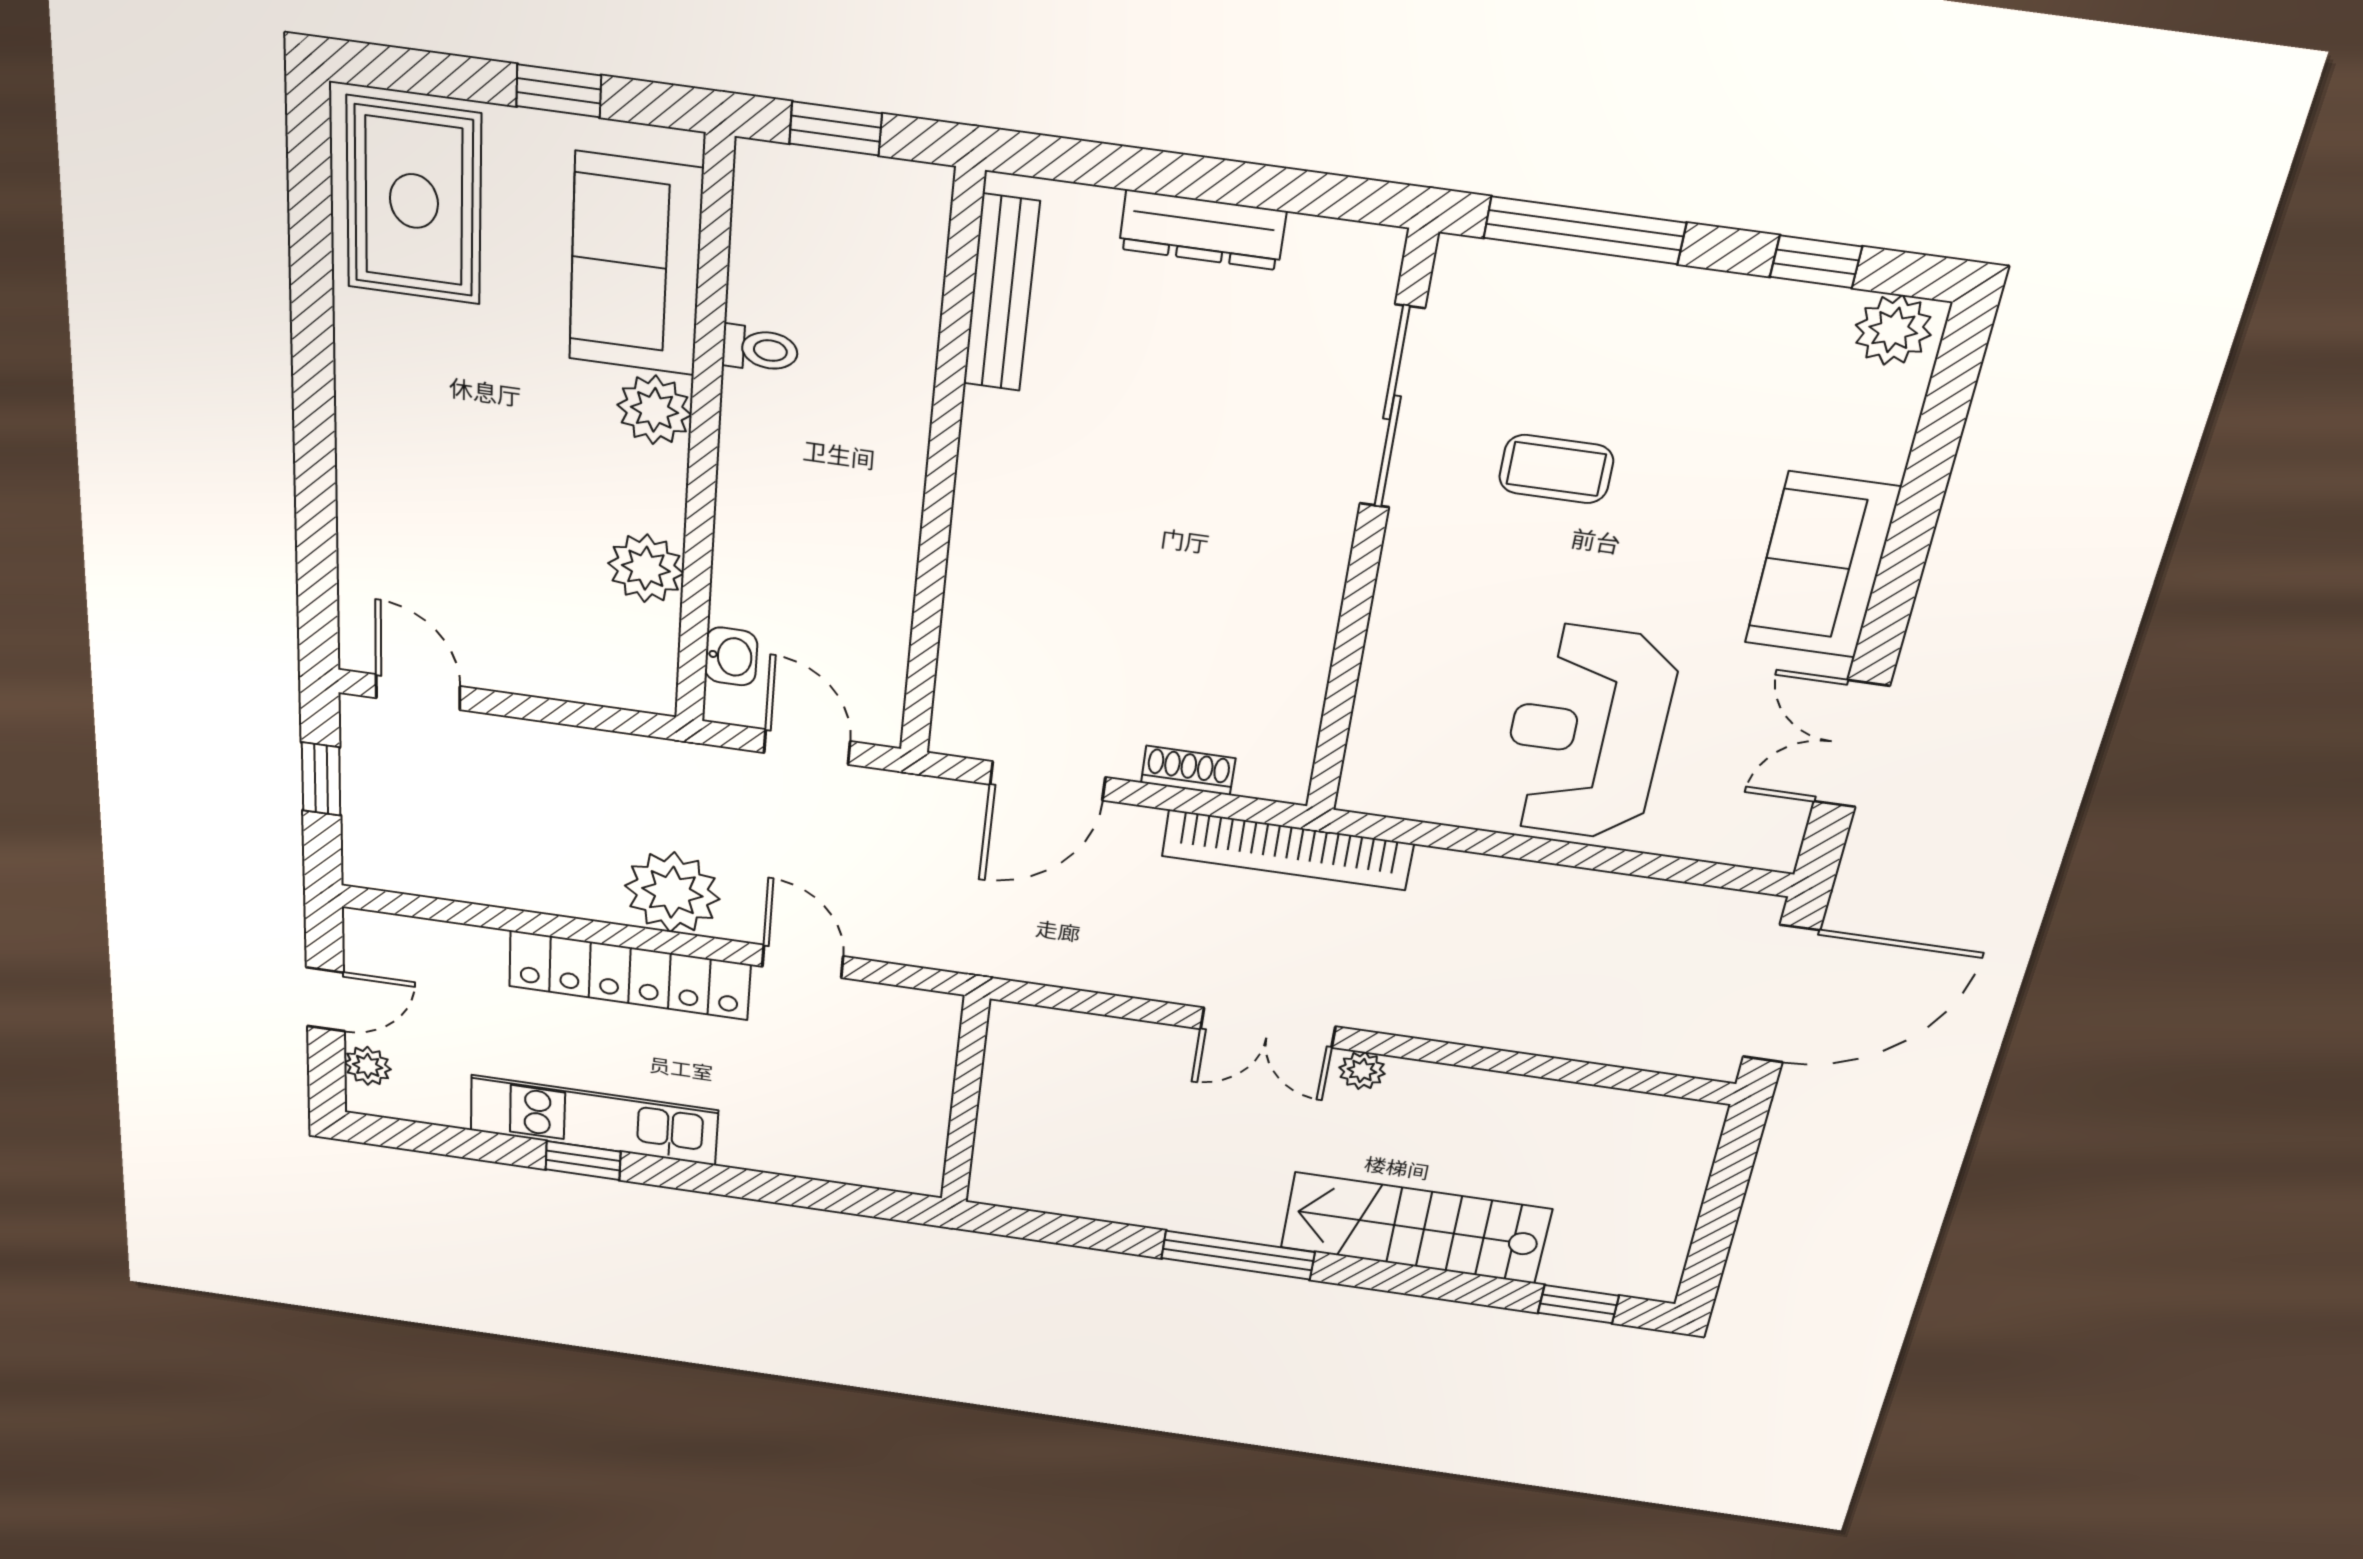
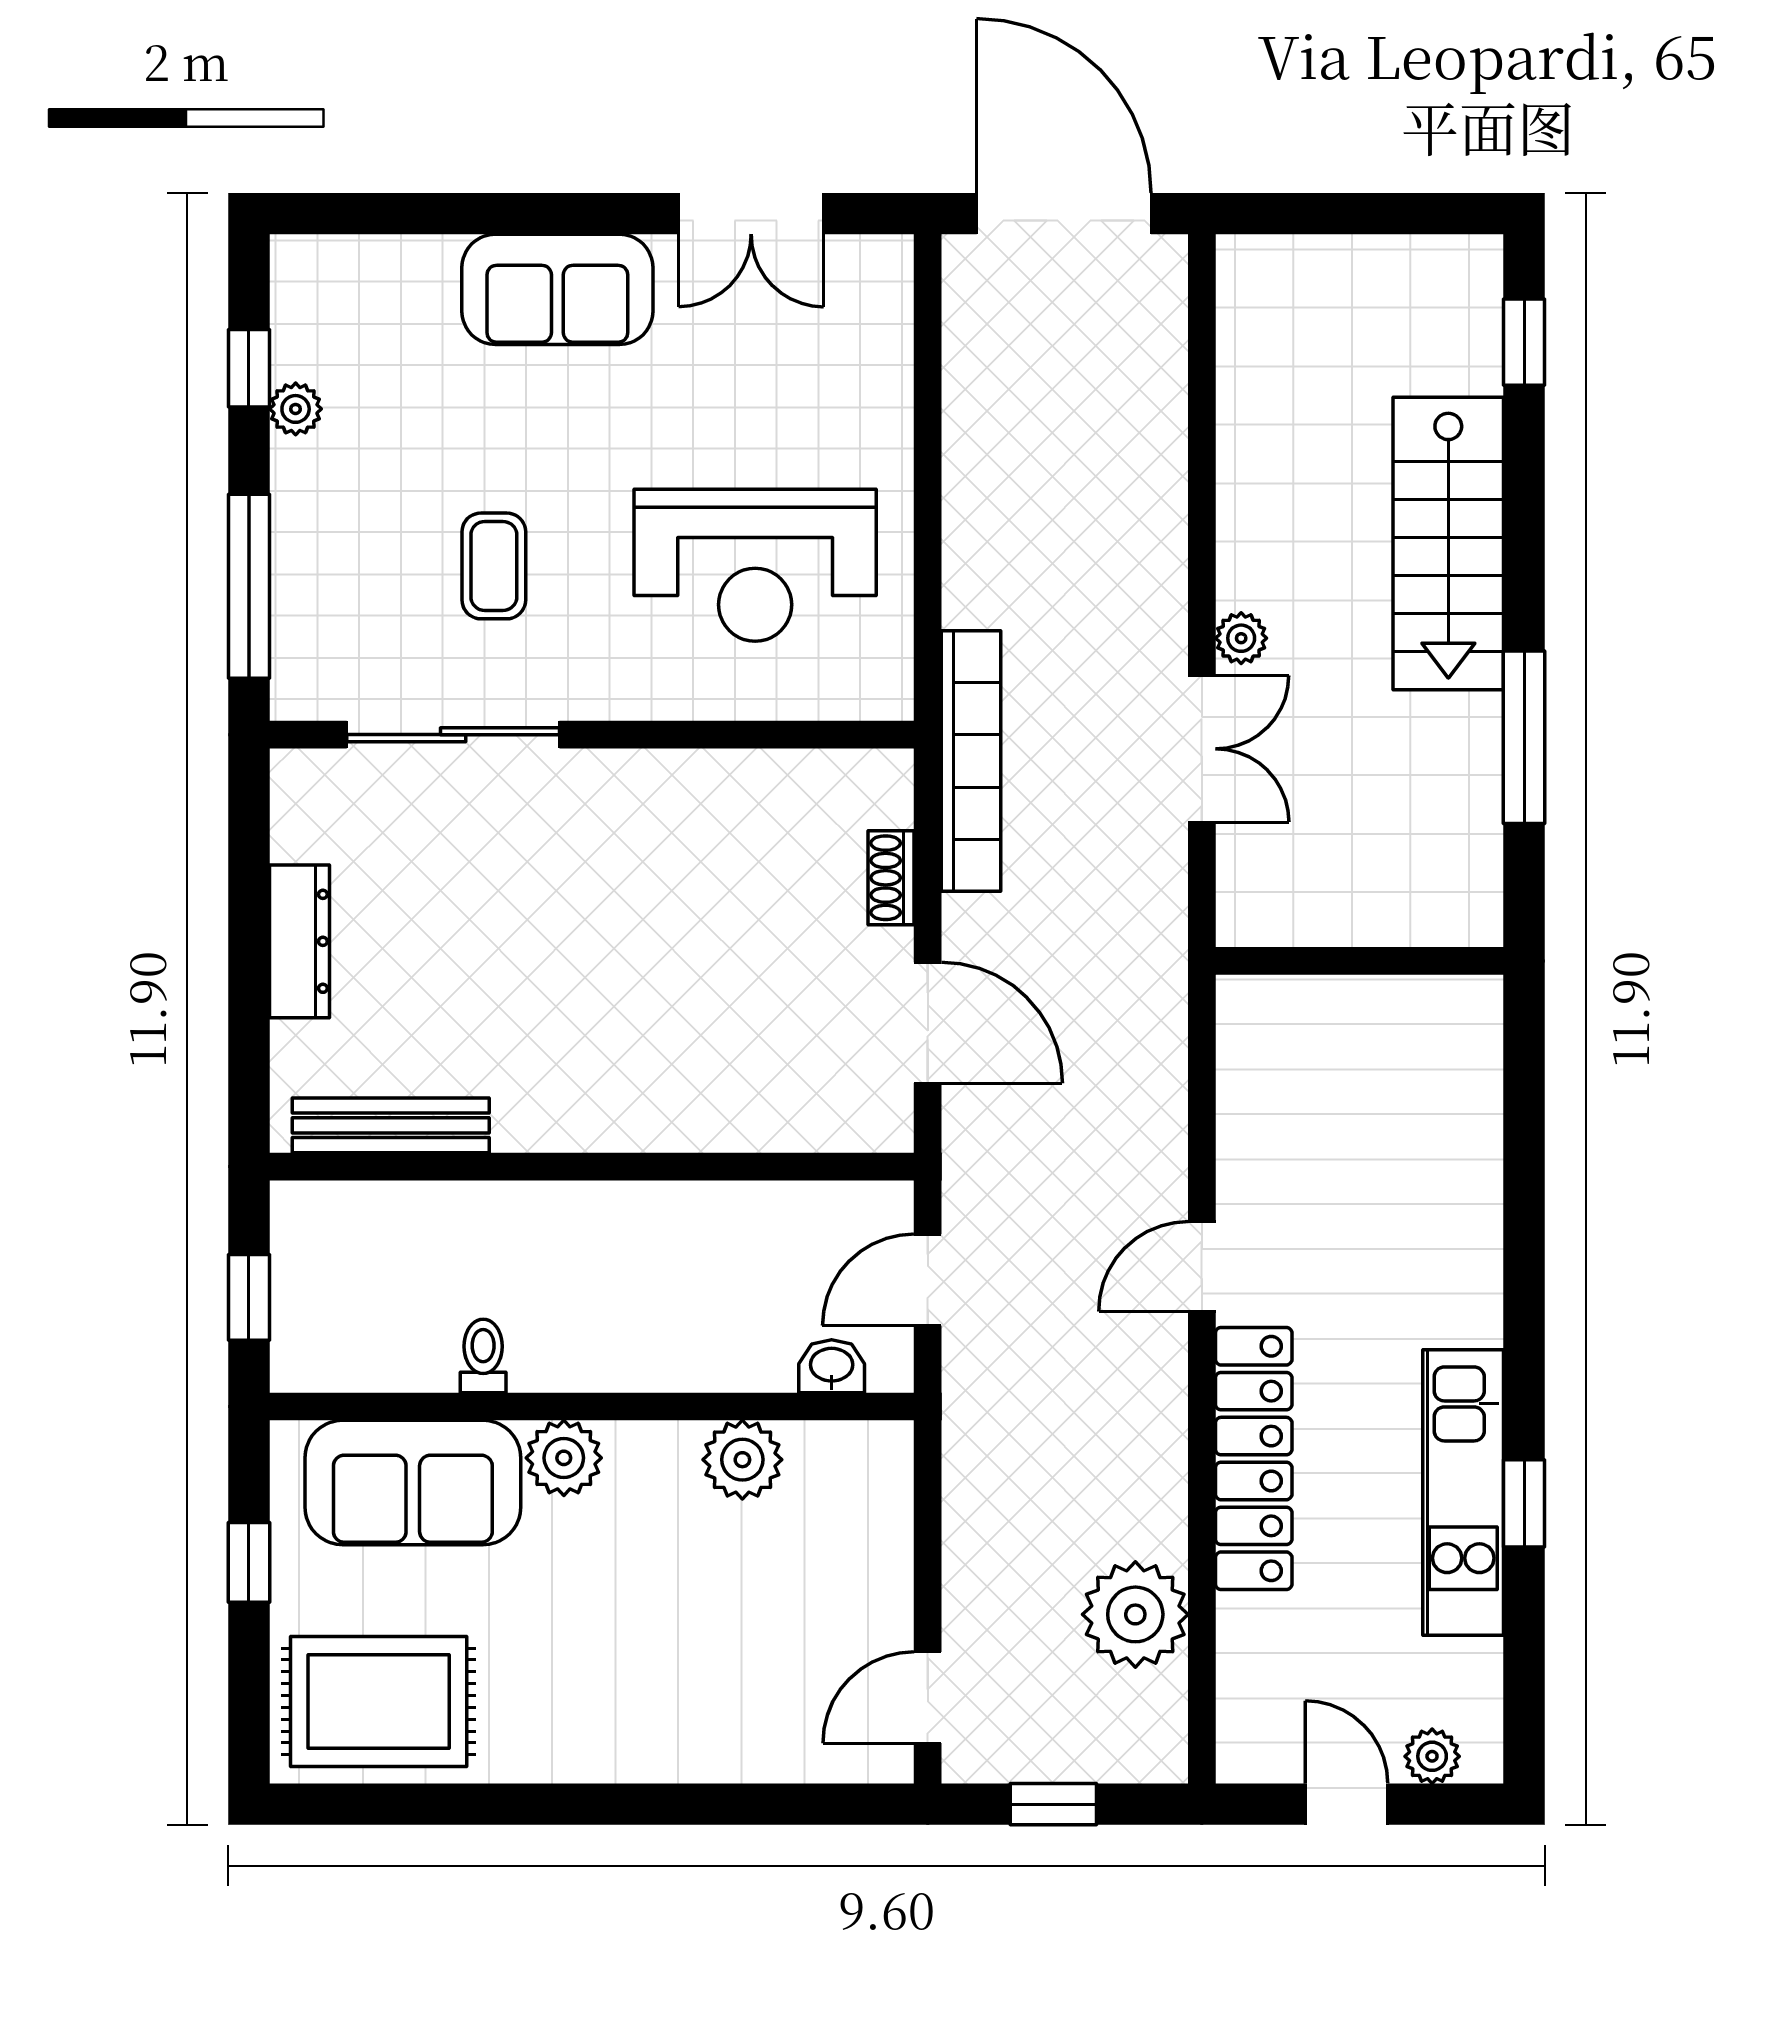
plant: (1893, 330) -> (296, 409), moved, width x0.73, depth x0.73
reception desk: (1587, 733) -> (755, 565), moved
plant: (672, 892) -> (1135, 1614), moved
wall: (965, 1100) -> (1360, 961), moved

